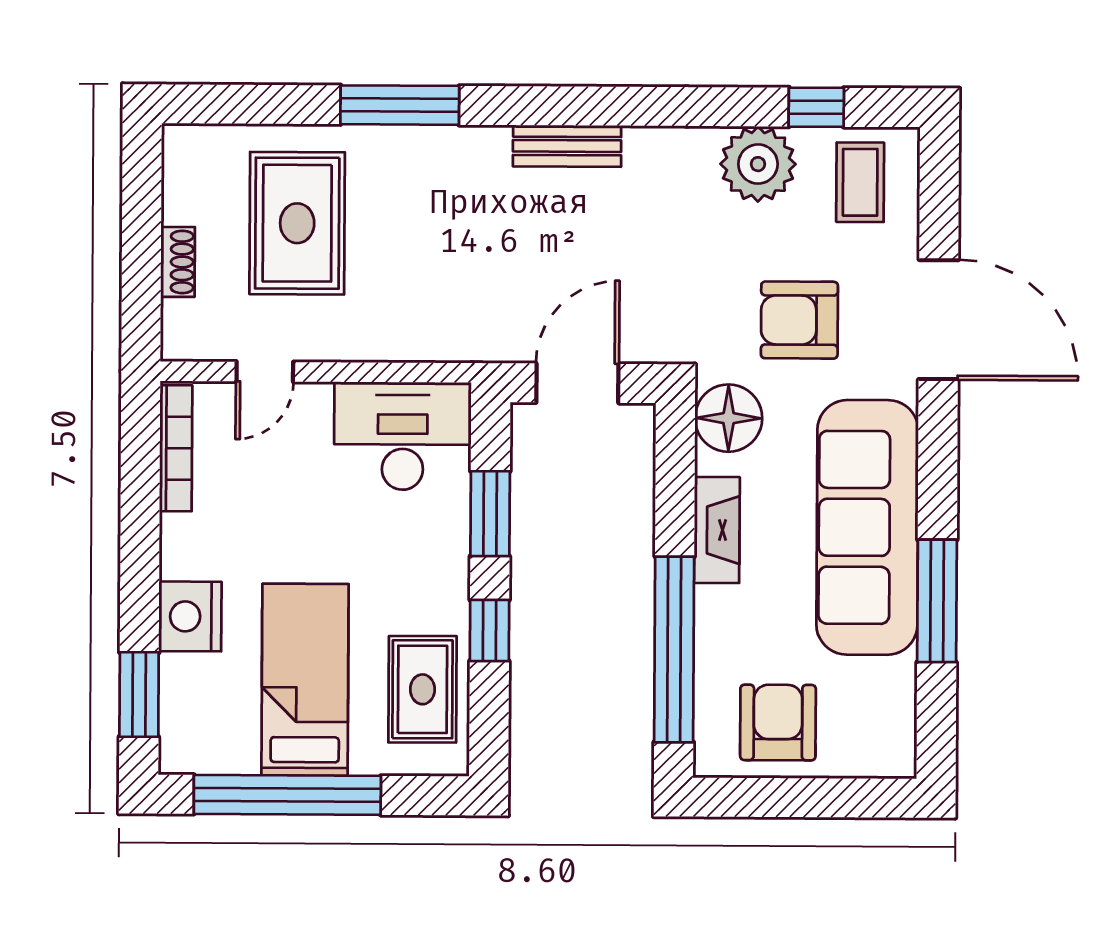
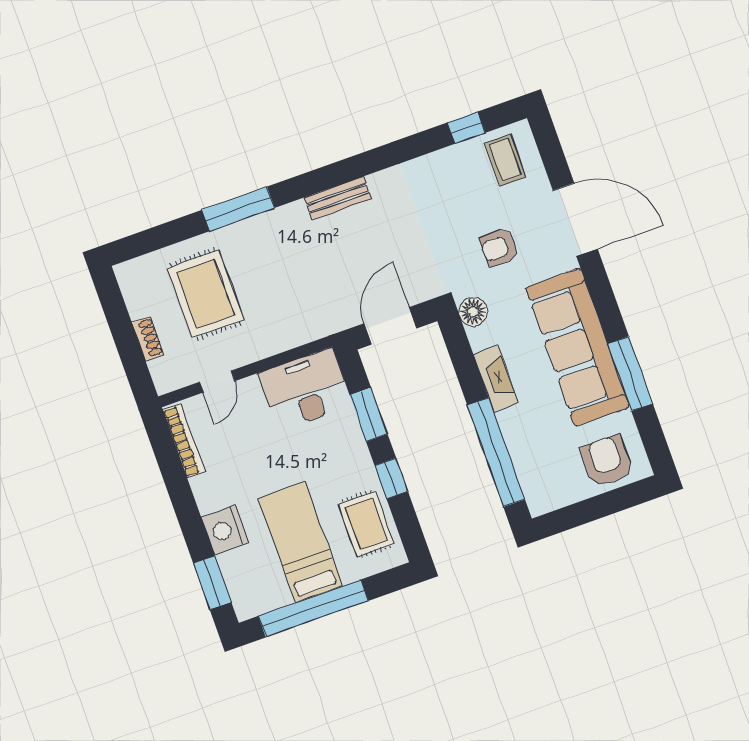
plant: (758, 164) -> (446, 170), removed
armchair: (799, 320) -> (499, 247), width x0.72, depth x0.72
floor lamp: (729, 418) -> (473, 312), width x0.73, depth x0.73
armchair: (778, 722) -> (607, 461), moved

